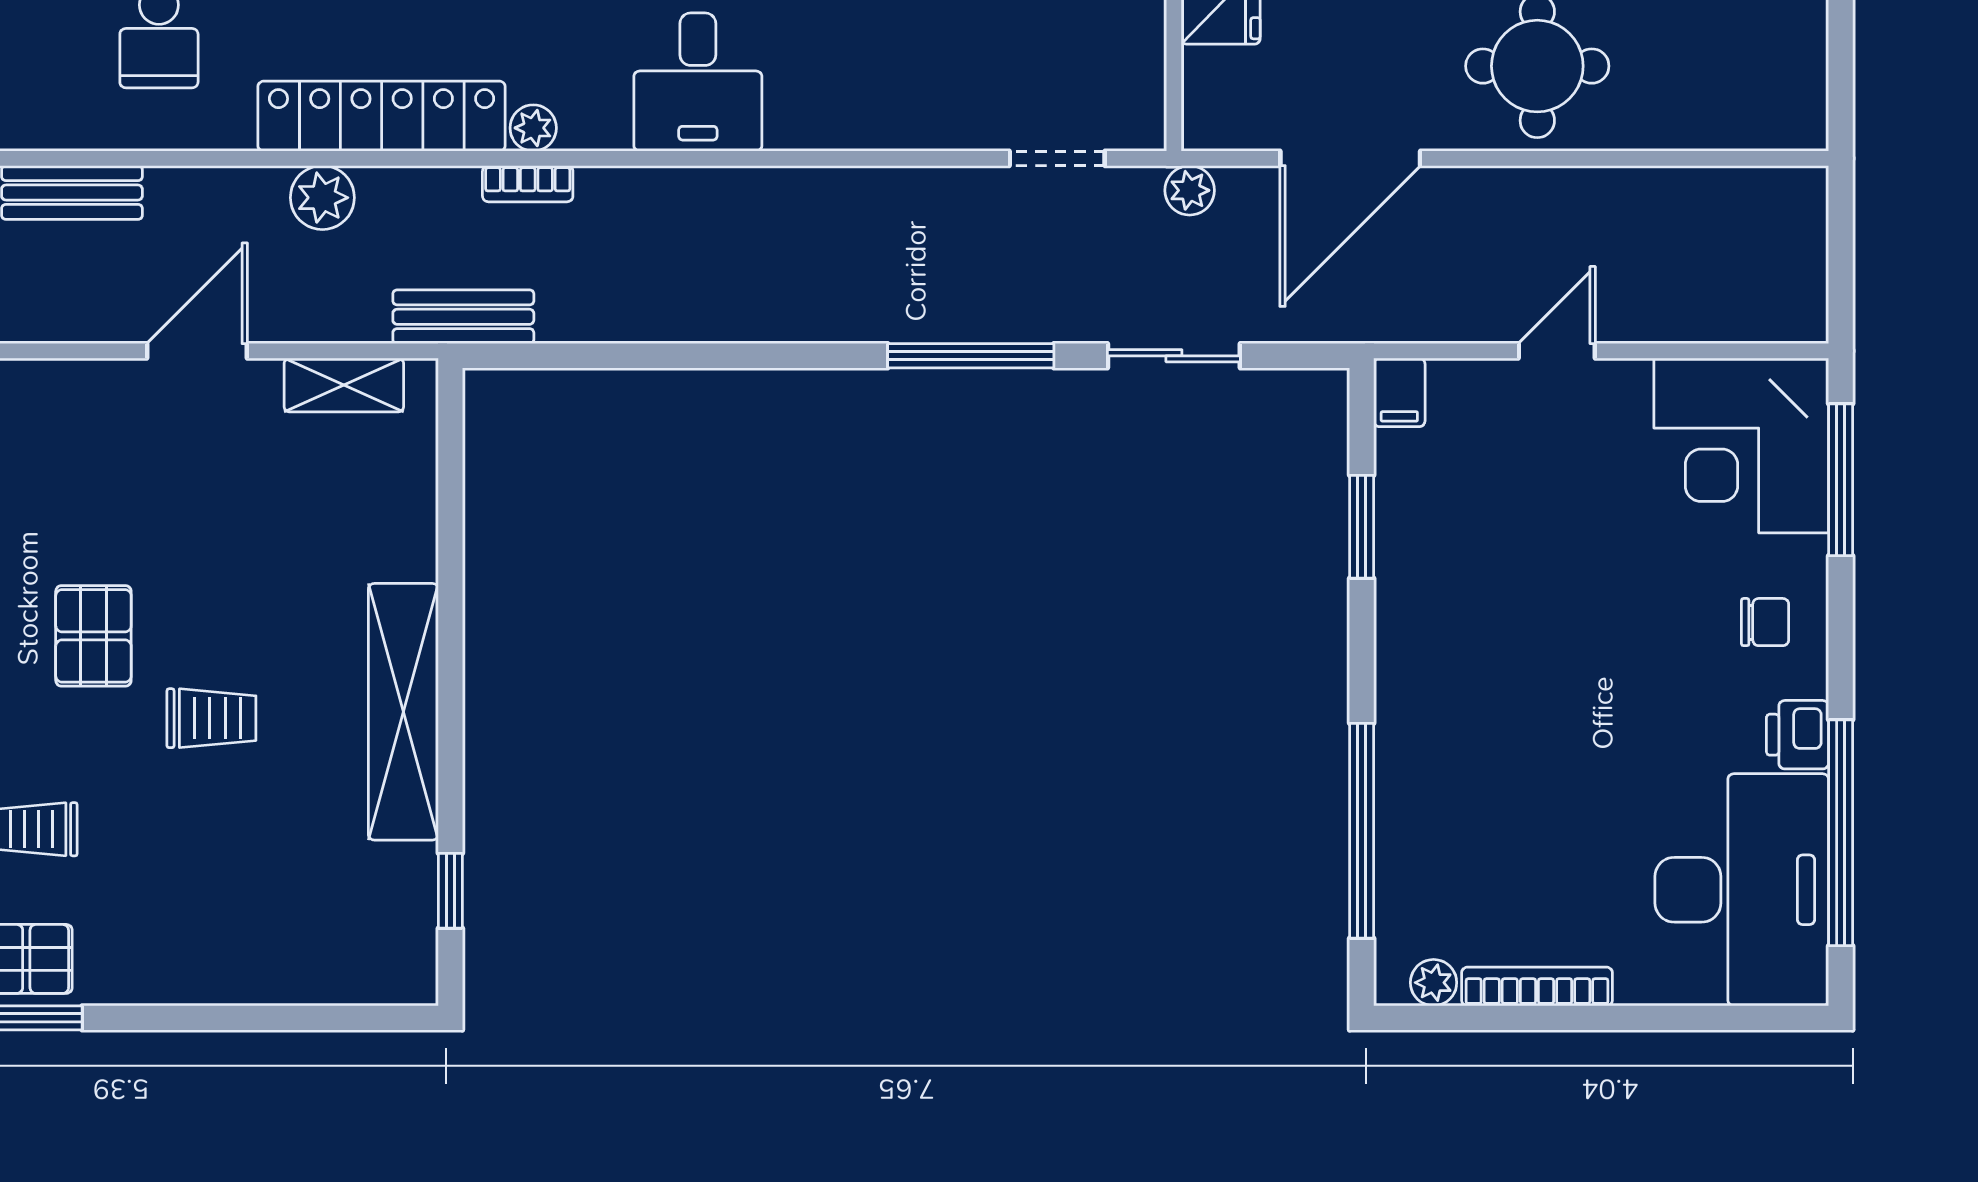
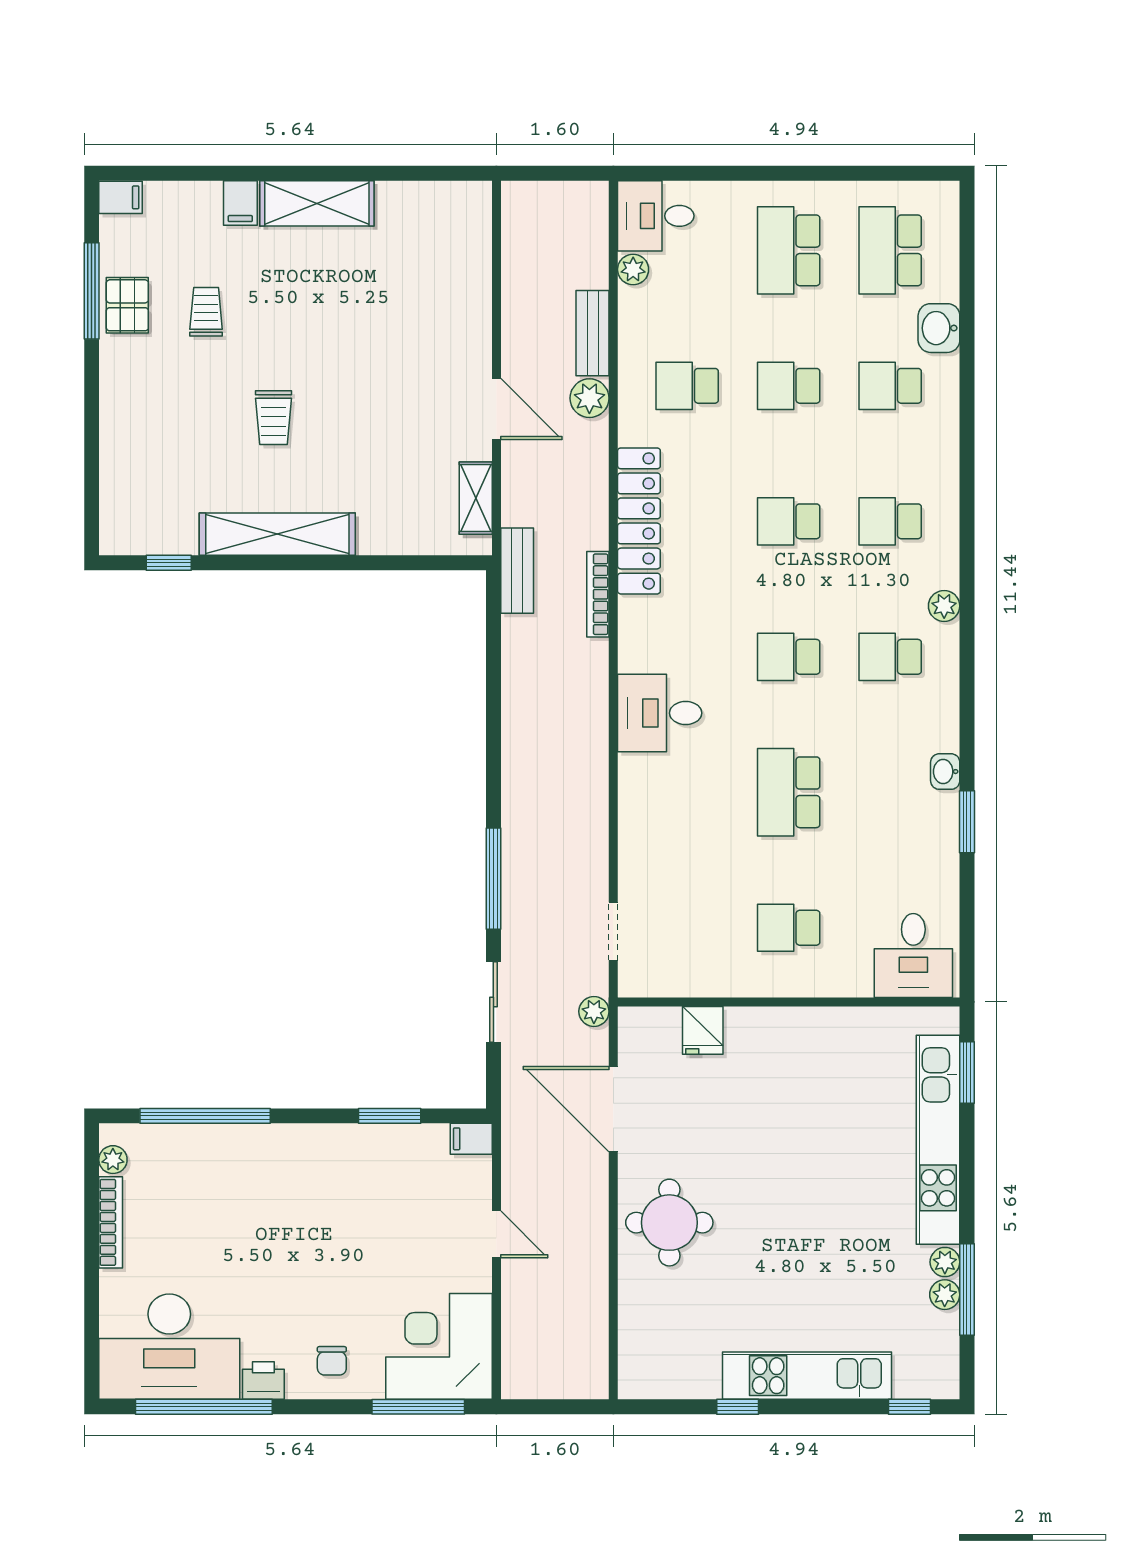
plant: (533, 128) -> (632, 613), removed
bookcase: (528, 184) -> (598, 594), width x1.56
plant: (322, 198) -> (589, 398), moved
pallet: (93, 636) -> (323, 346), removed

